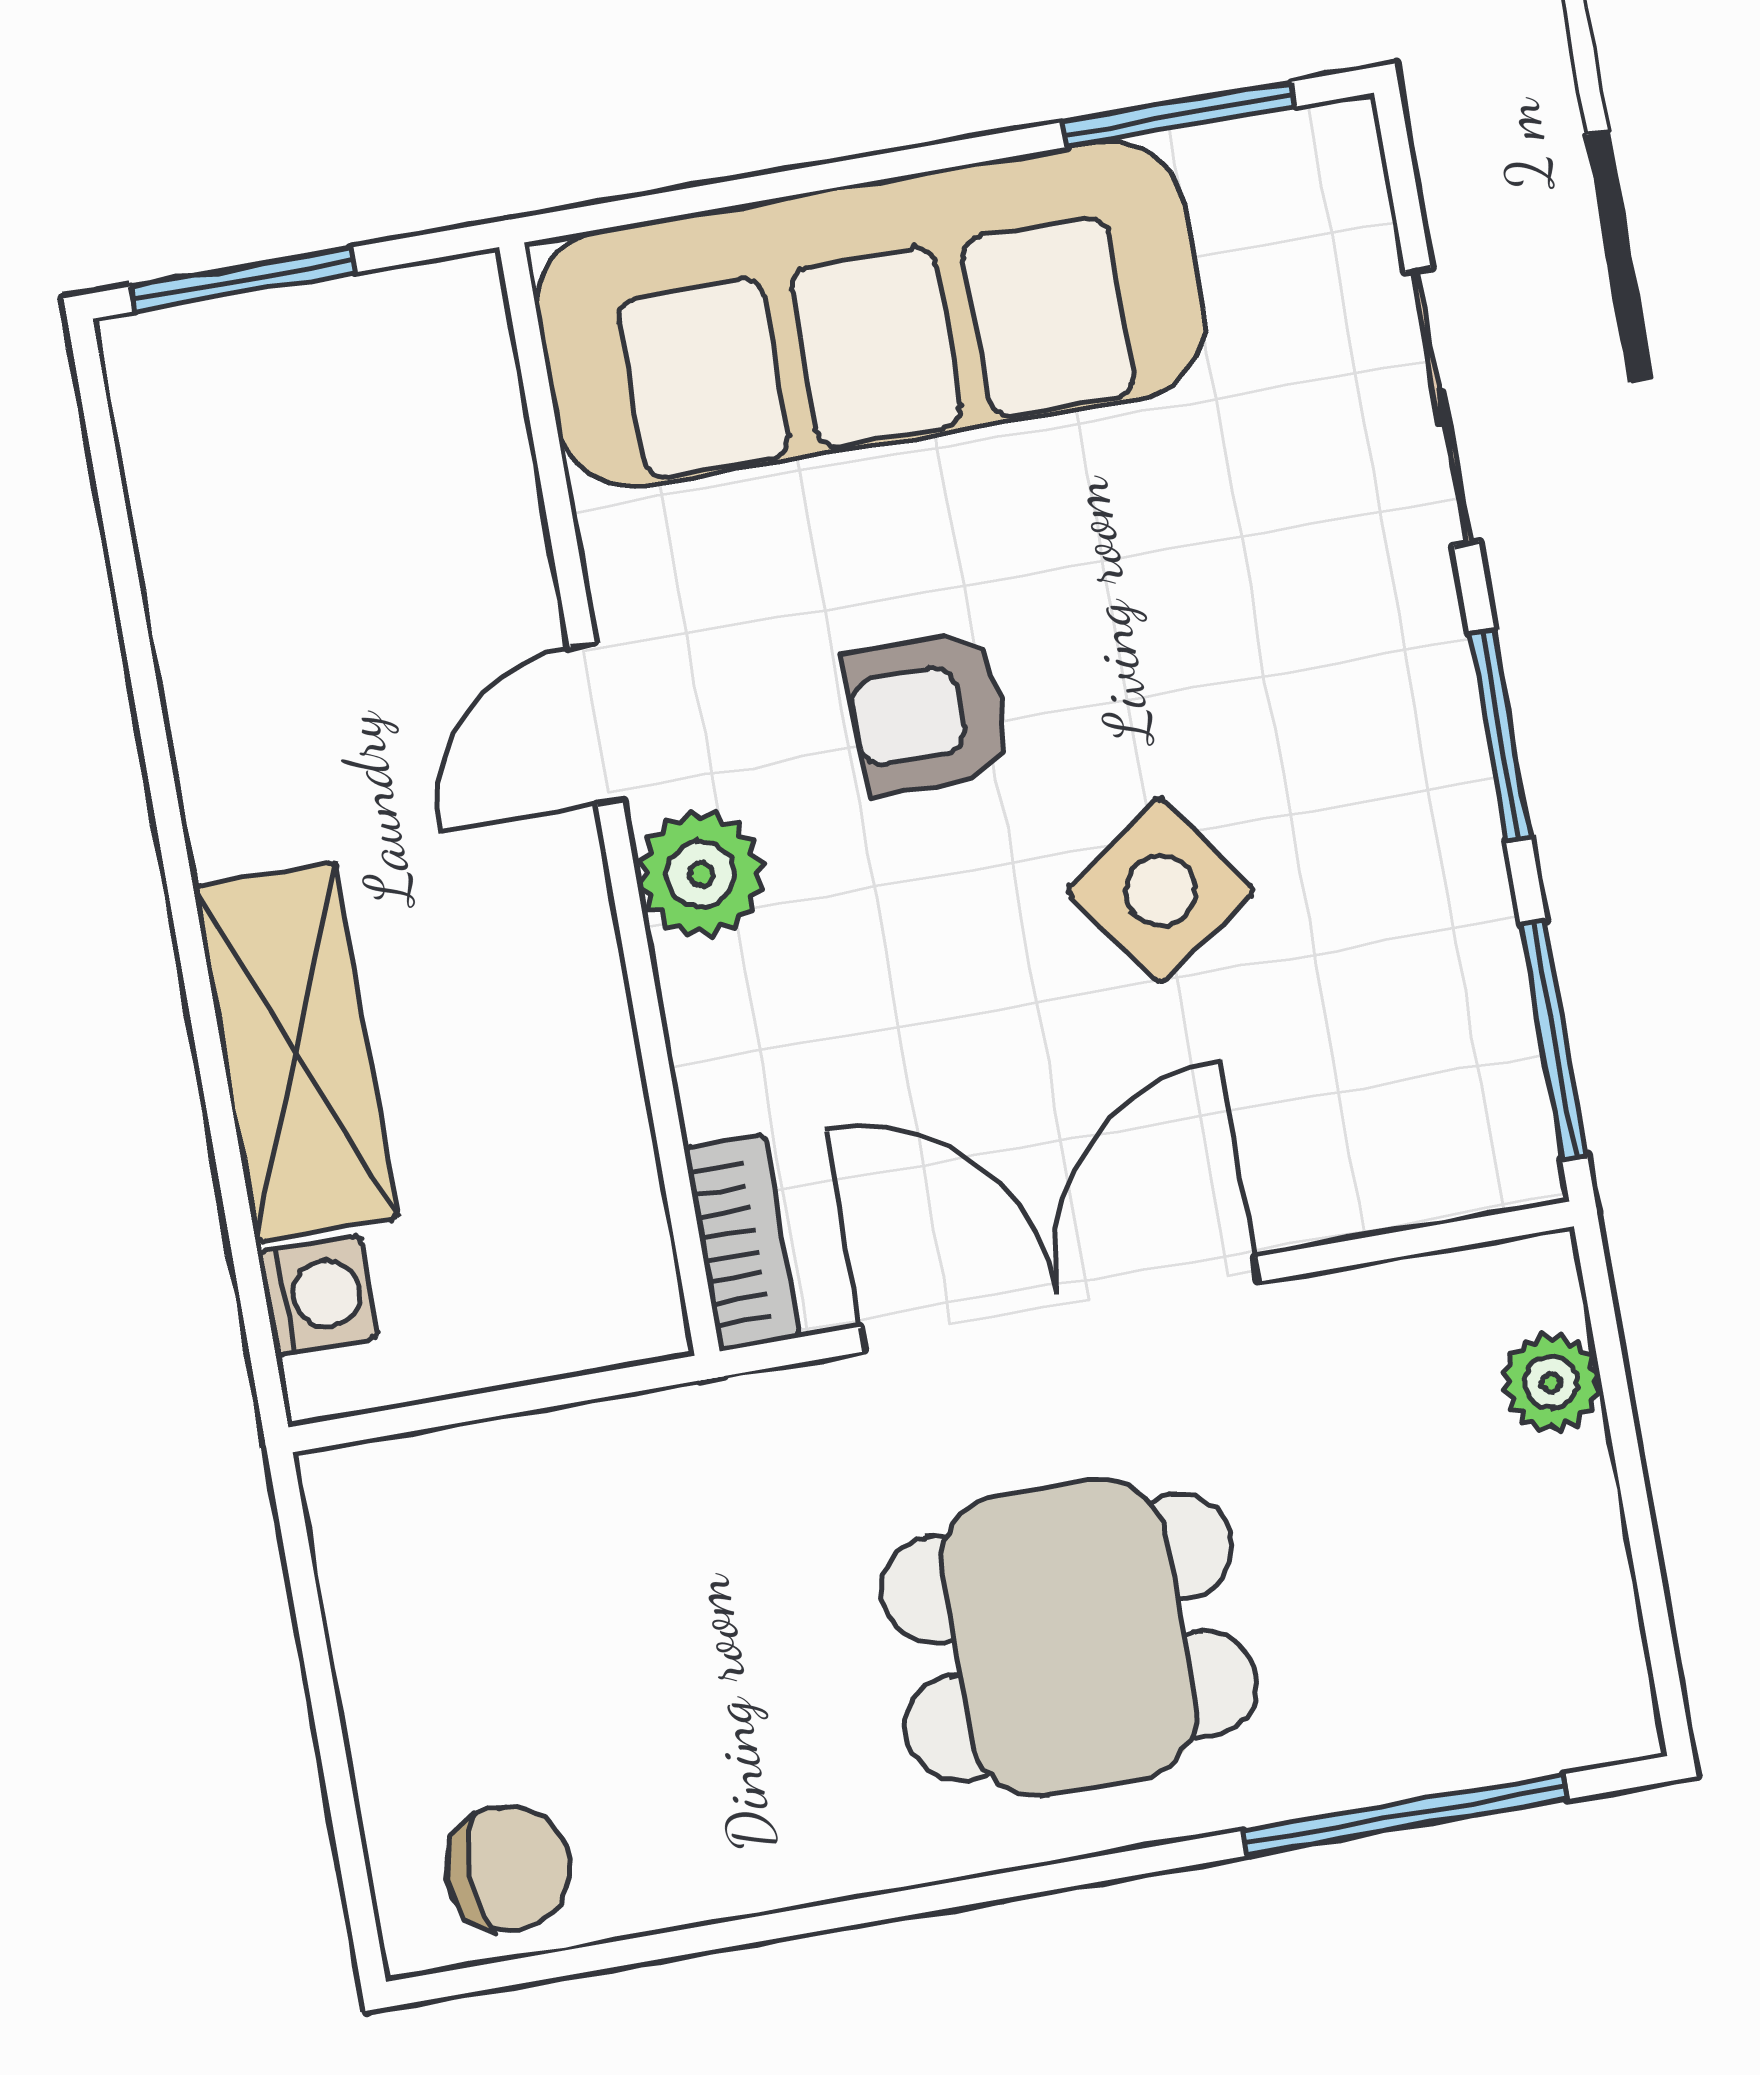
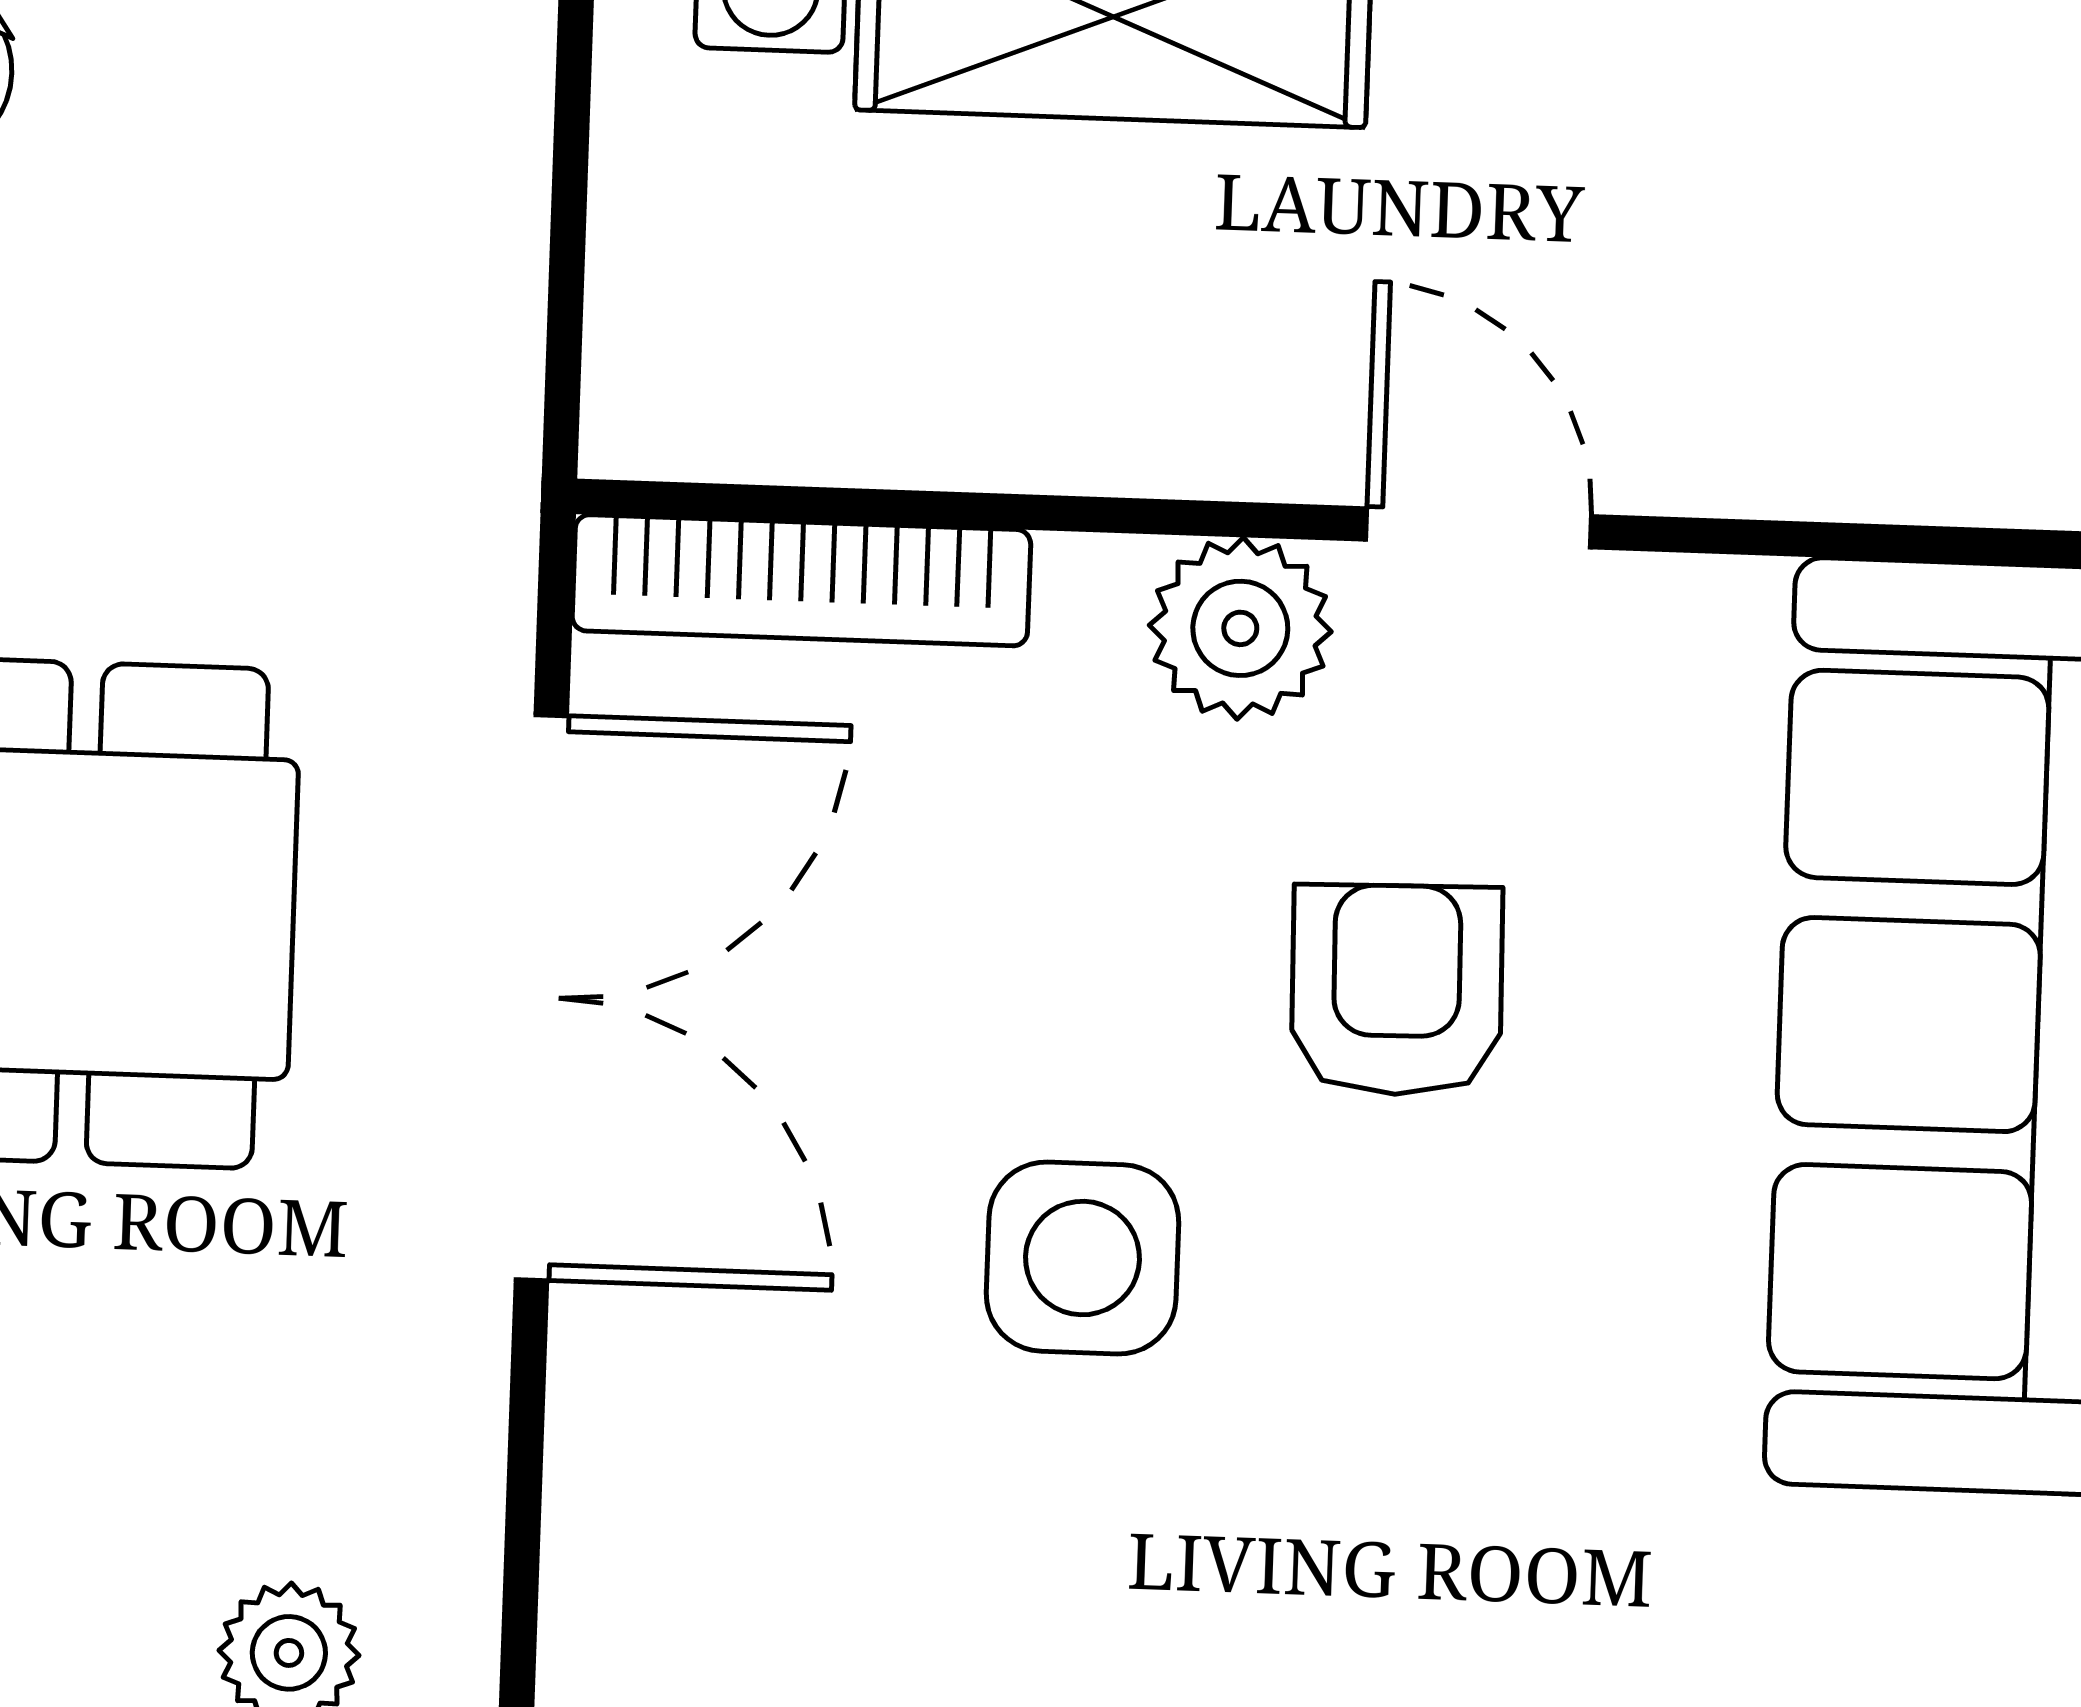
side table: (1160, 891) -> (1083, 1258), turned 35
bookcase: (742, 1243) -> (801, 580), width x1.56

